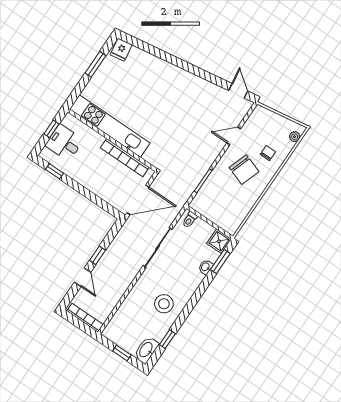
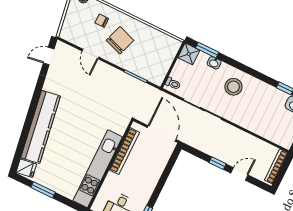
kitchen counter: (163, 71) -> (41, 127), added
stool: (164, 304) -> (233, 87), moved

